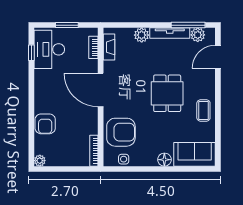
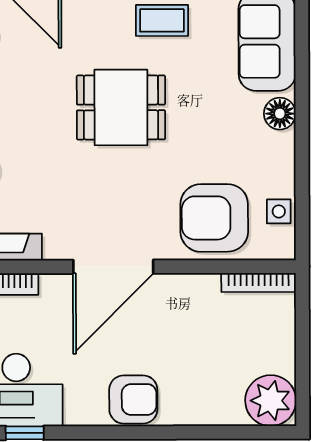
armchair: (45, 124) -> (133, 399), moved
armchair: (121, 132) -> (214, 218), turned -90
plant: (40, 161) -> (271, 401), width x1.87, depth x1.87

